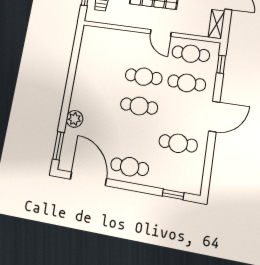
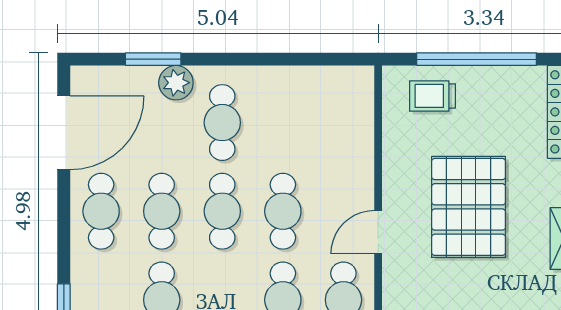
cafe table: (97, 99) -> (222, 123), added
cafe table: (134, 136) -> (162, 211), added
window: (58, 146) -> (153, 59), moved

